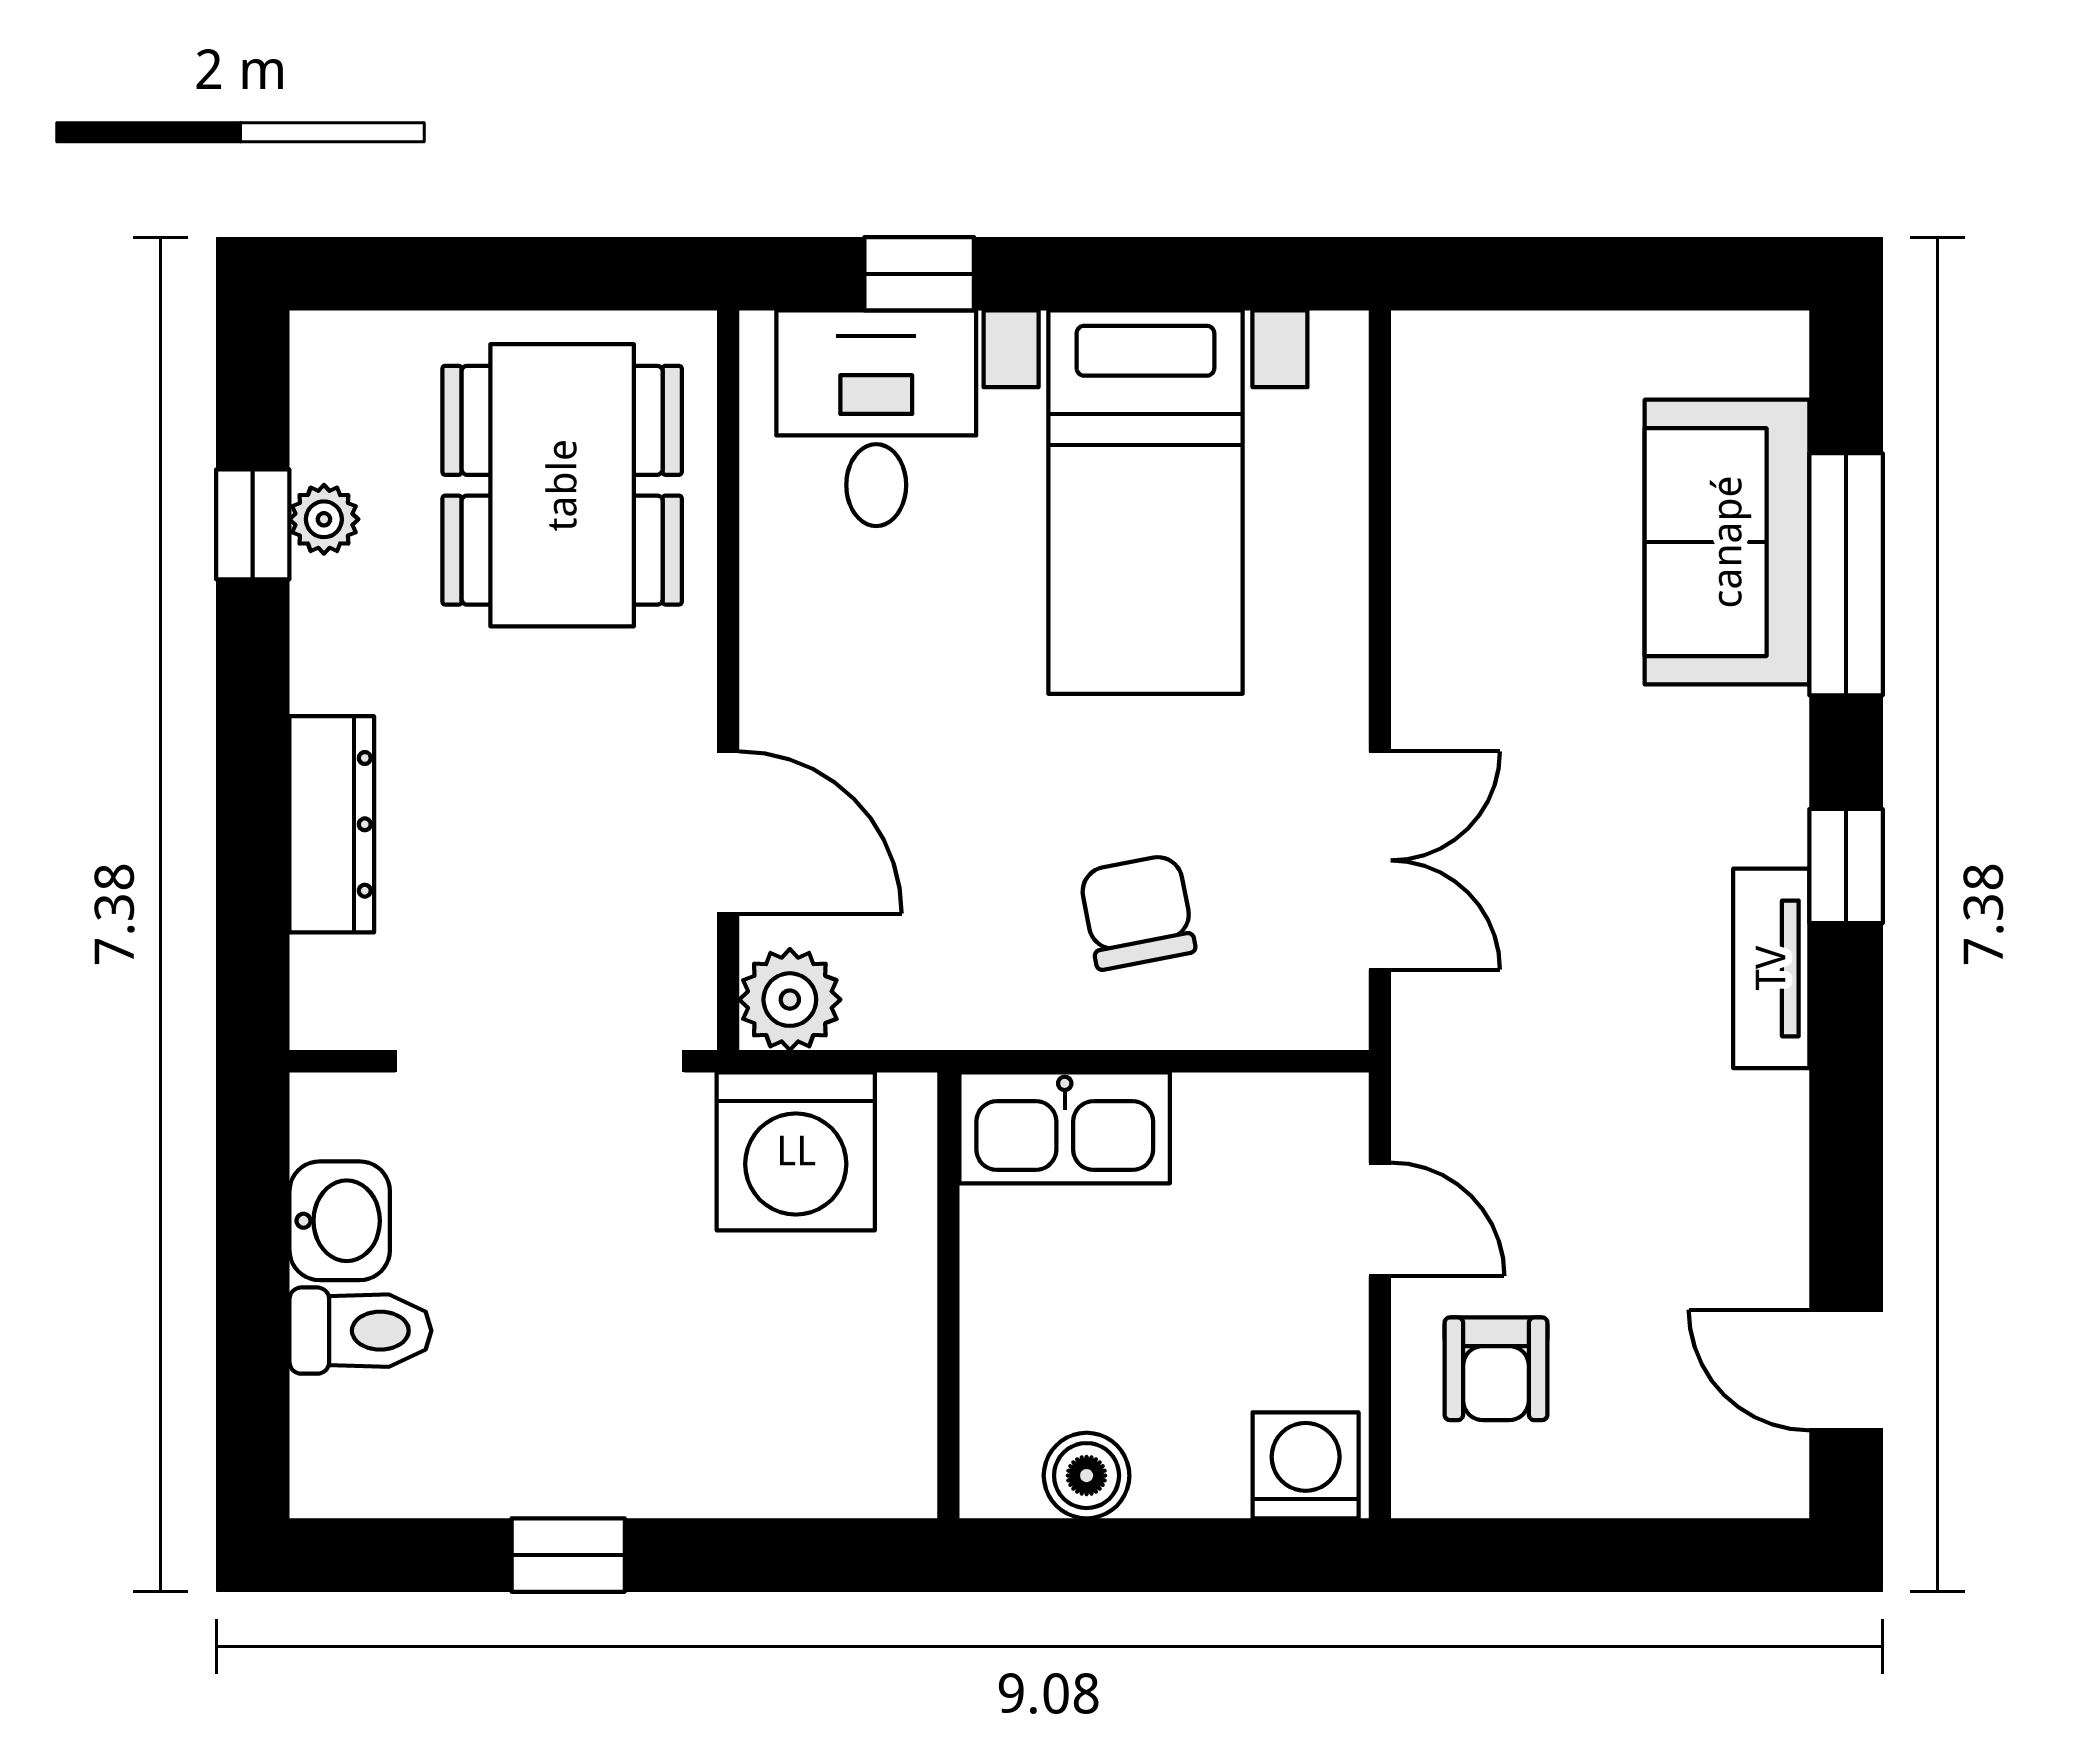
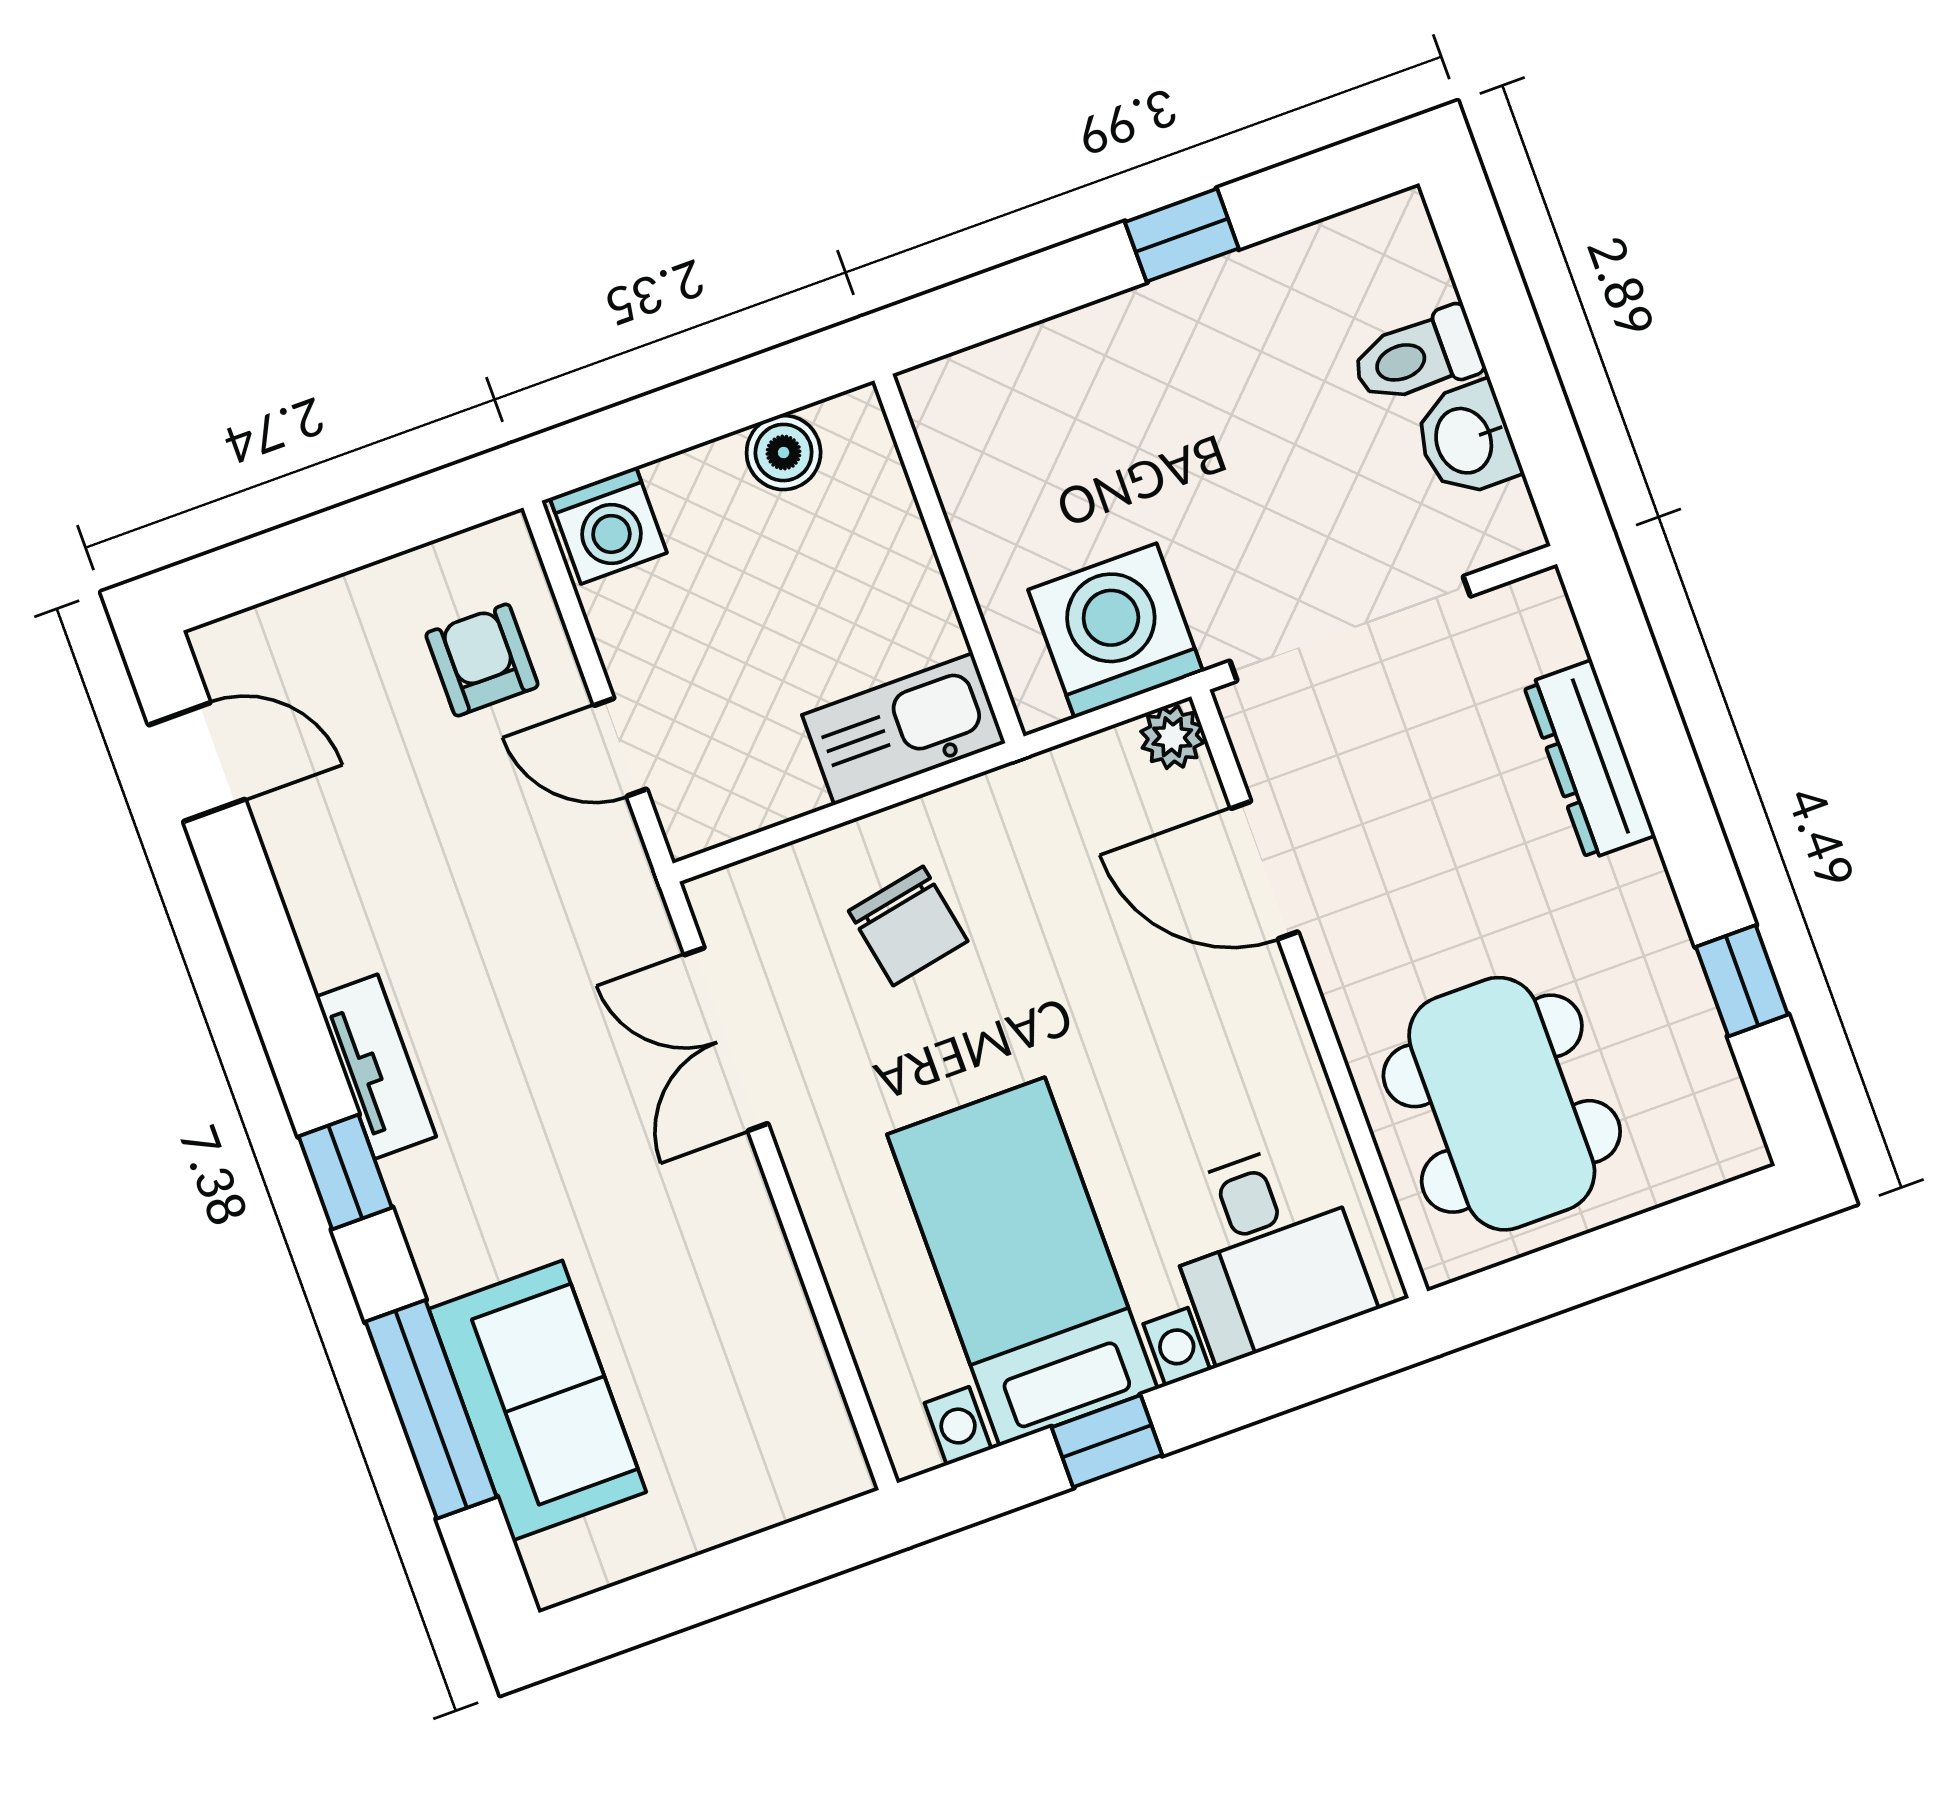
window: (919, 274) -> (1107, 1441), moved
plant: (324, 519) -> (1686, 1006), removed
plant: (790, 1000) -> (1172, 737), width x0.73, depth x0.73

